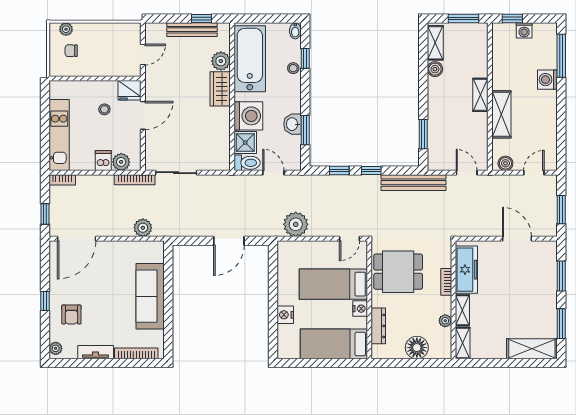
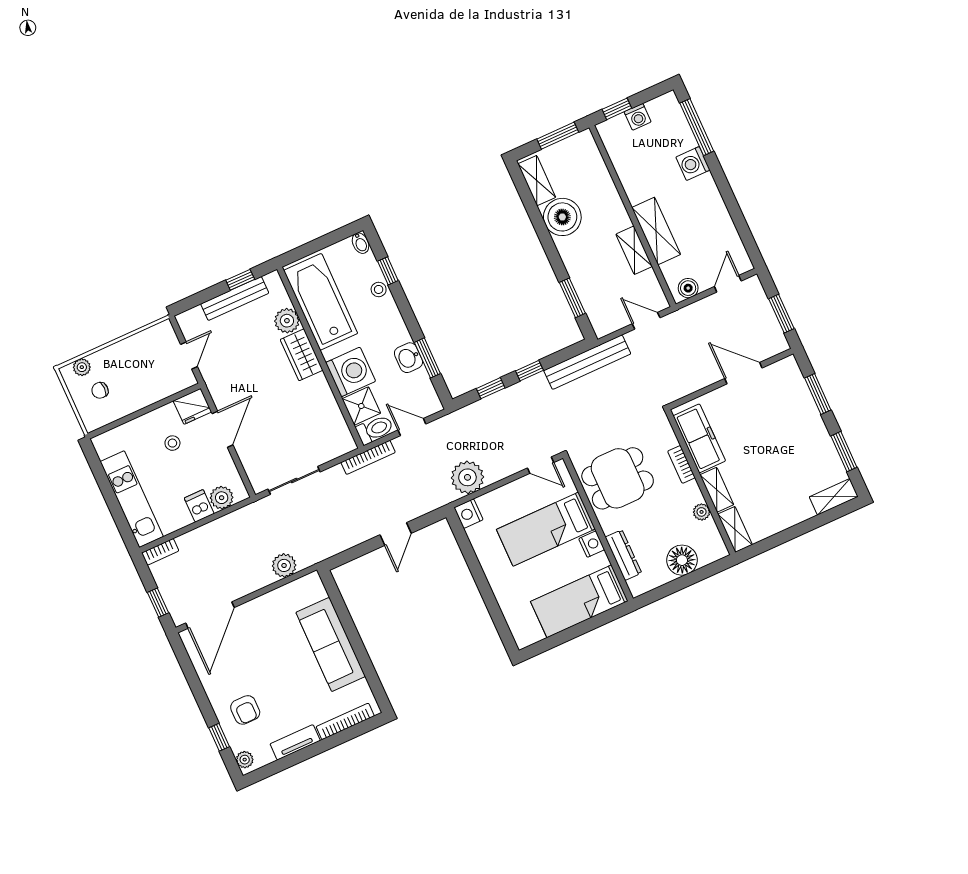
boiler: (435, 69) -> (562, 217), width x1.86, depth x1.86
shelving: (480, 95) -> (634, 250), moved
bookcase: (135, 180) -> (368, 457), moved
door: (350, 239) -> (541, 465), hinge flipped
door: (229, 241) -> (396, 534), width x0.73
window: (45, 301) -> (219, 737), moved
nightstand: (285, 315) -> (469, 514), moved
shelving: (532, 349) -> (834, 497), width x0.67, depth x0.75

